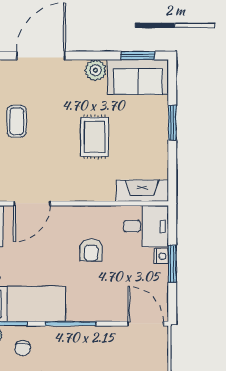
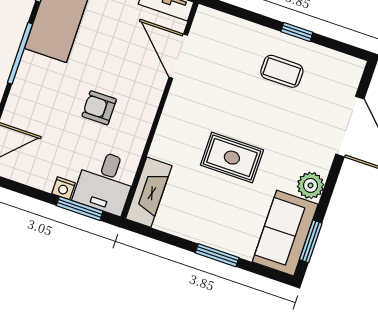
window: (172, 264) -> (80, 208), moved

